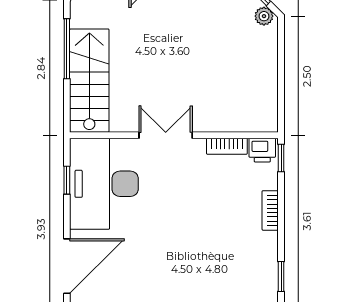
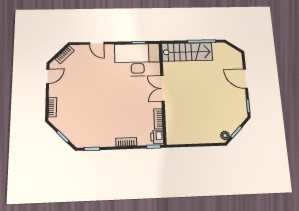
double door: (166, 135) -> (162, 88), swing flipped
door: (67, 266) -> (97, 43), width x0.53

